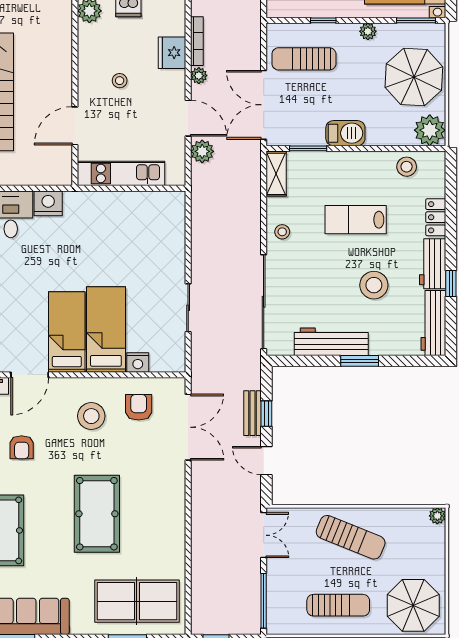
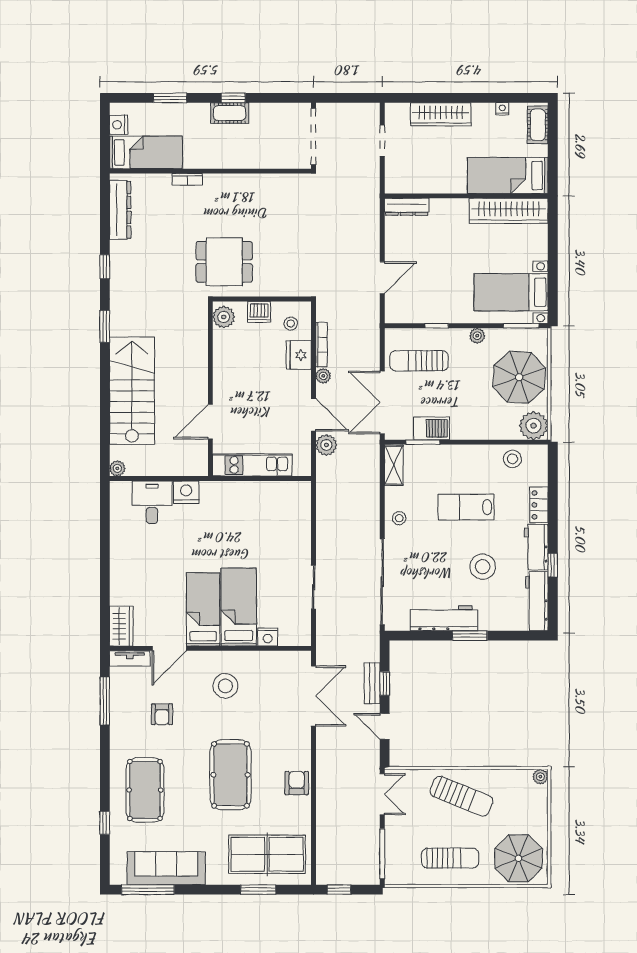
stool: (120, 81) -> (291, 324), moved
barbecue: (345, 133) -> (432, 428), moved
armchair: (139, 407) -> (297, 783), moved

